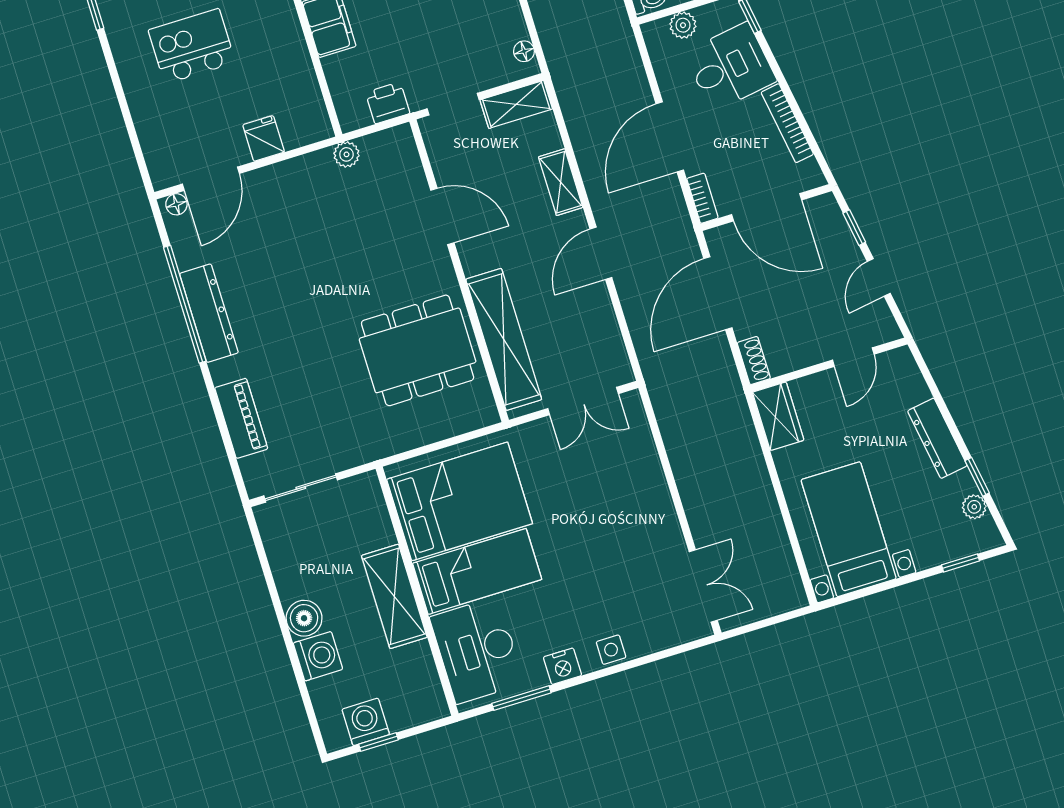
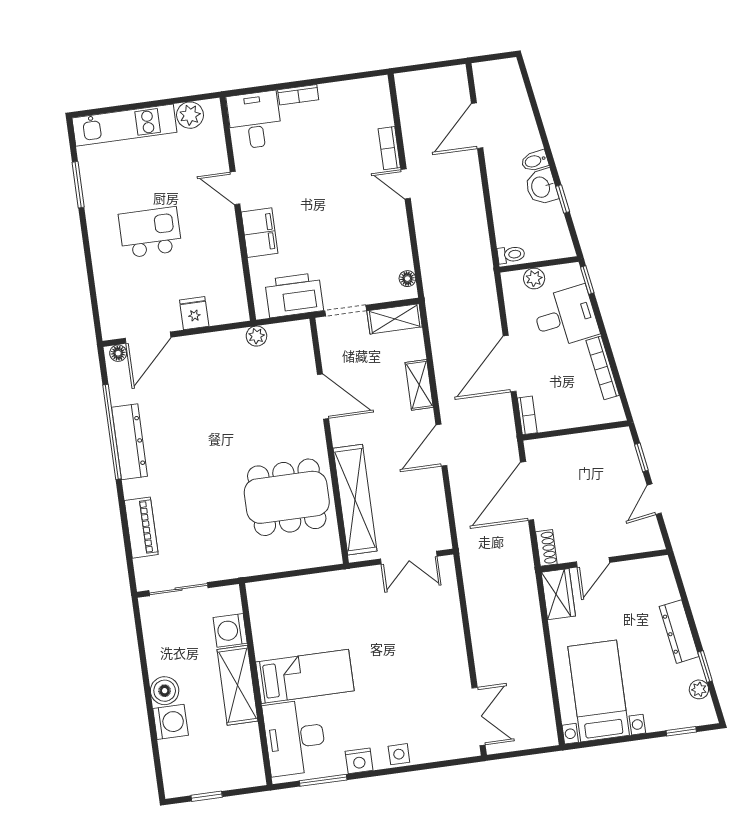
printer: (388, 103) -> (294, 295), width x1.87, depth x1.48
door: (767, 207) -> (576, 430), removed
door: (853, 357) -> (593, 562), moved
bed: (460, 501) -> (300, 620), removed
washing machine: (366, 722) -> (230, 630), moved, turned -90

